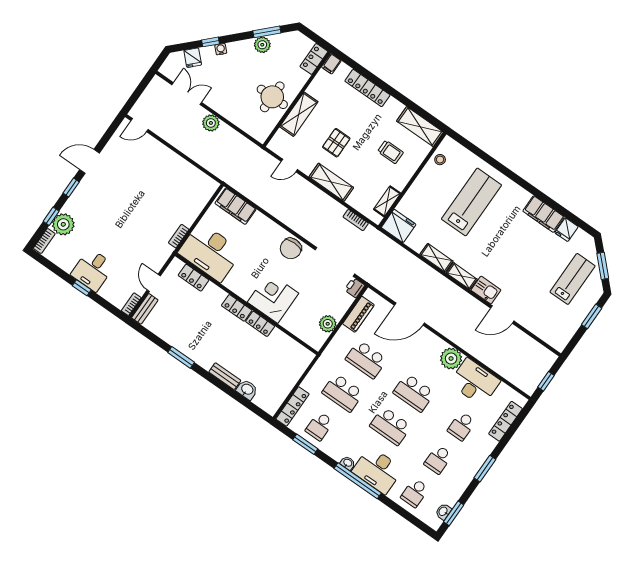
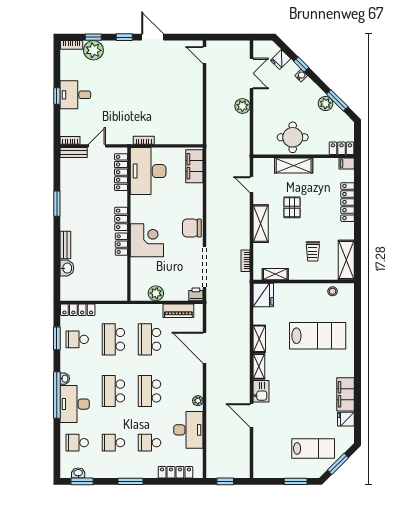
pallet: (336, 143) -> (292, 207), turned 90
locker: (193, 278) -> (121, 172), width x1.53
plant: (451, 359) -> (198, 401), width x0.53, depth x0.53

